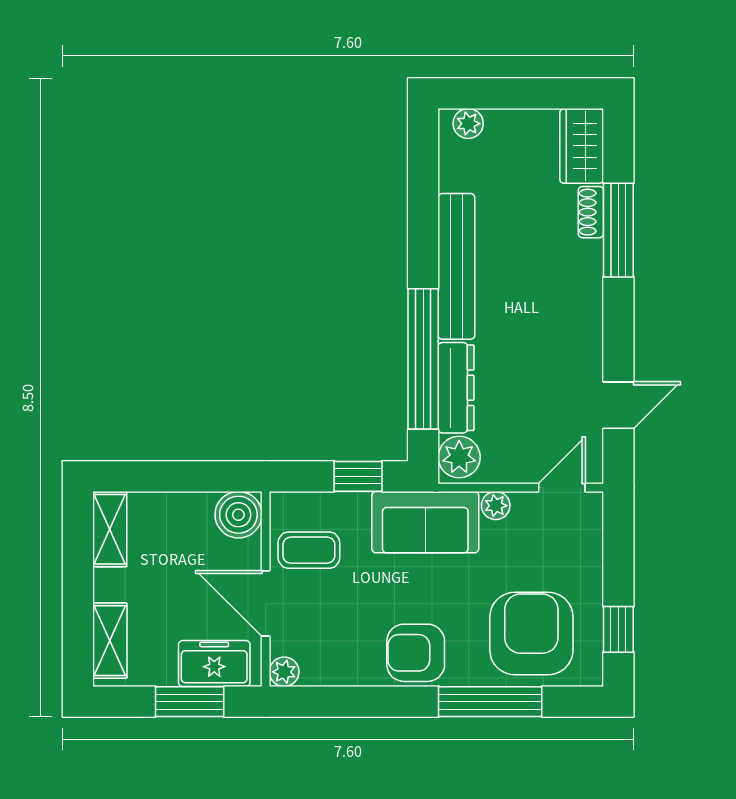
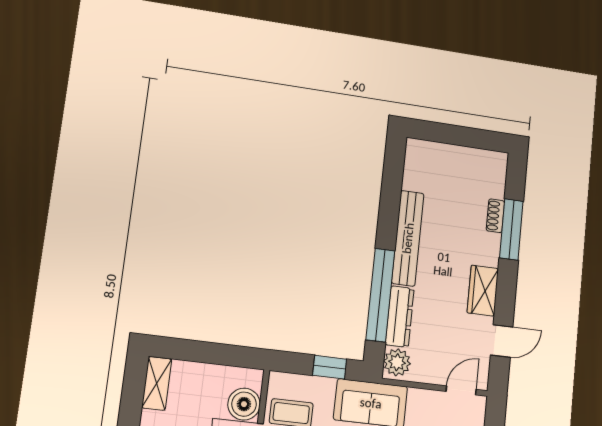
plant: (468, 124) -> (424, 149), removed
wardrobe: (582, 146) -> (483, 291), moved
plant: (496, 506) -> (418, 397), removed
boiler: (238, 515) -> (244, 404), moved

